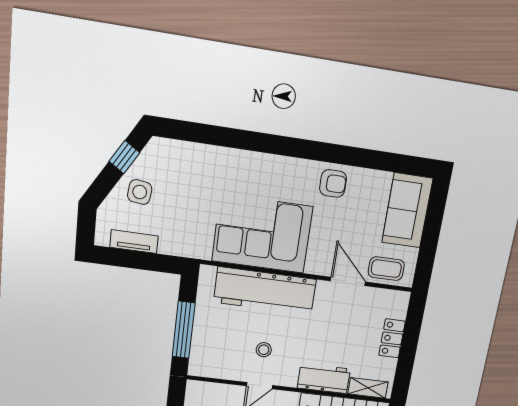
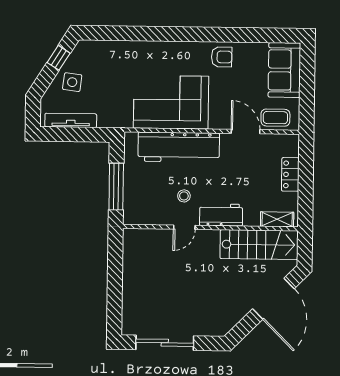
tv unit: (134, 242) -> (71, 120), width x1.41
workbench: (324, 378) -> (221, 215), moved

